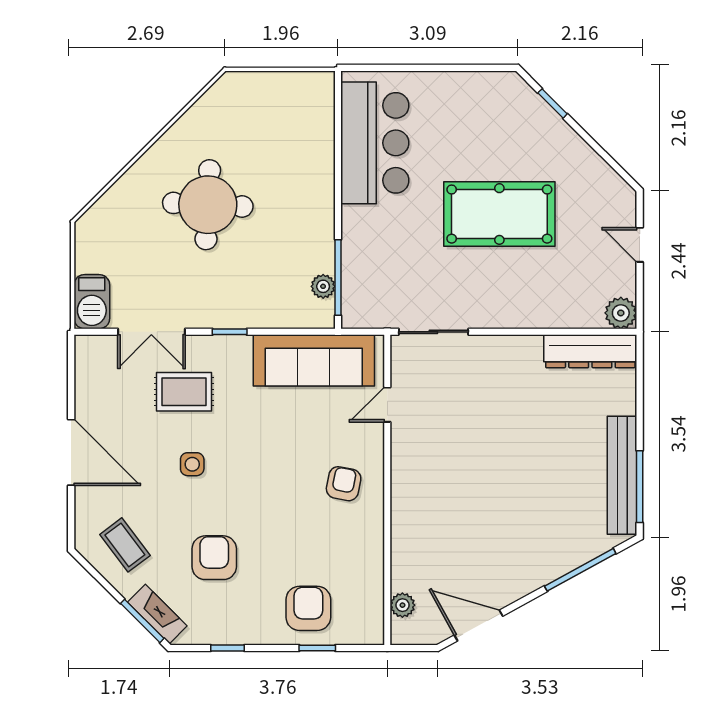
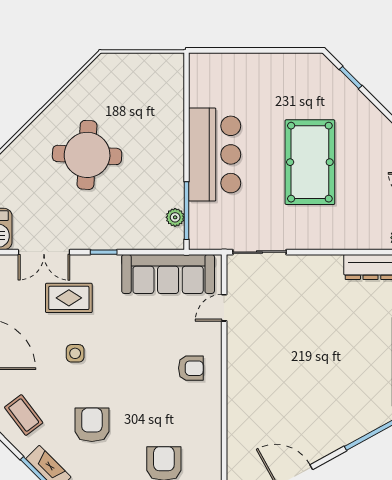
bar counter: (375, 143) -> (215, 154), moved
pool table: (499, 214) -> (310, 162), turned 90
armchair: (344, 484) -> (191, 368), turned 79
plant: (402, 605) -> (236, 461), removed

